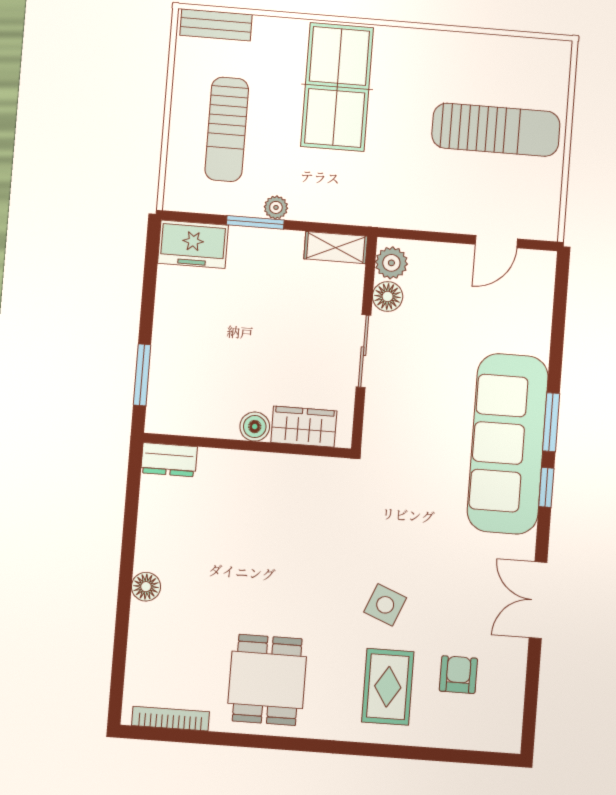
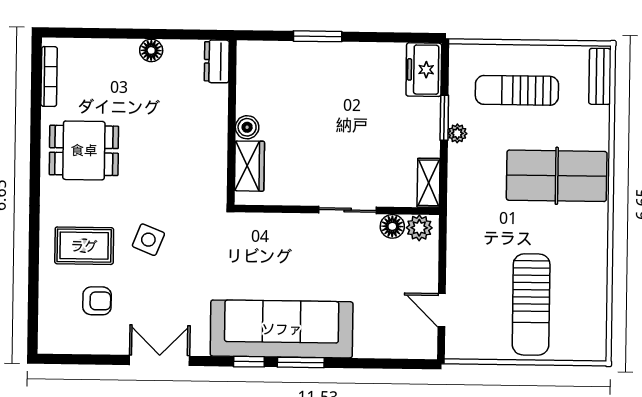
boiler: (255, 427) -> (247, 127), moved
wardrobe: (304, 427) -> (249, 166), moved
wall: (247, 446) -> (232, 122), moved
dresser: (169, 460) -> (217, 61), moved

